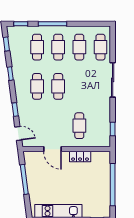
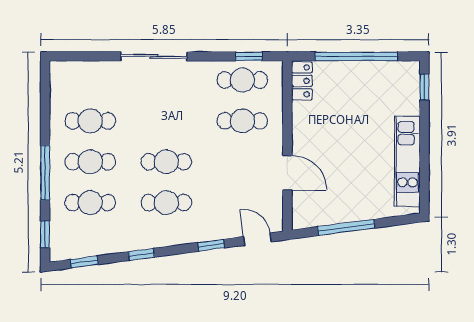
cafe table: (100, 47) -> (242, 80), moved
door: (18, 133) -> (257, 239), hinge flipped
door: (52, 149) -> (287, 173), hinge flipped
locker: (80, 156) -> (302, 81), moved

